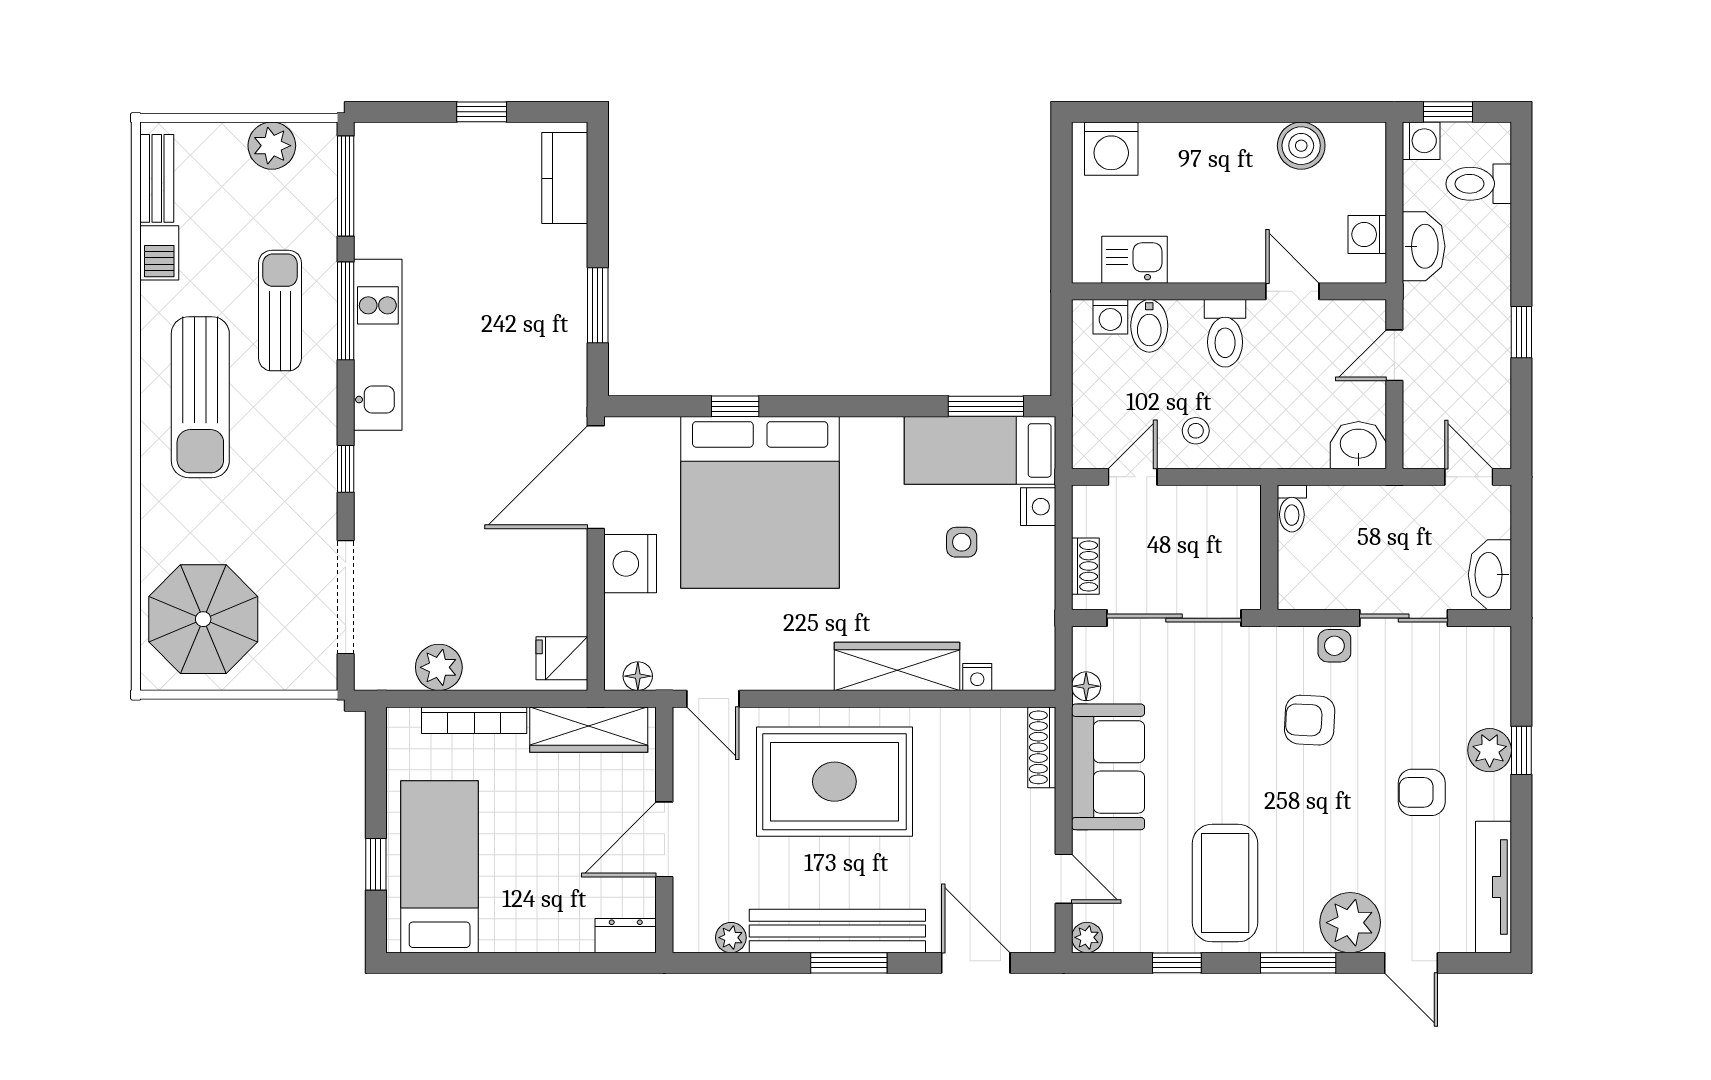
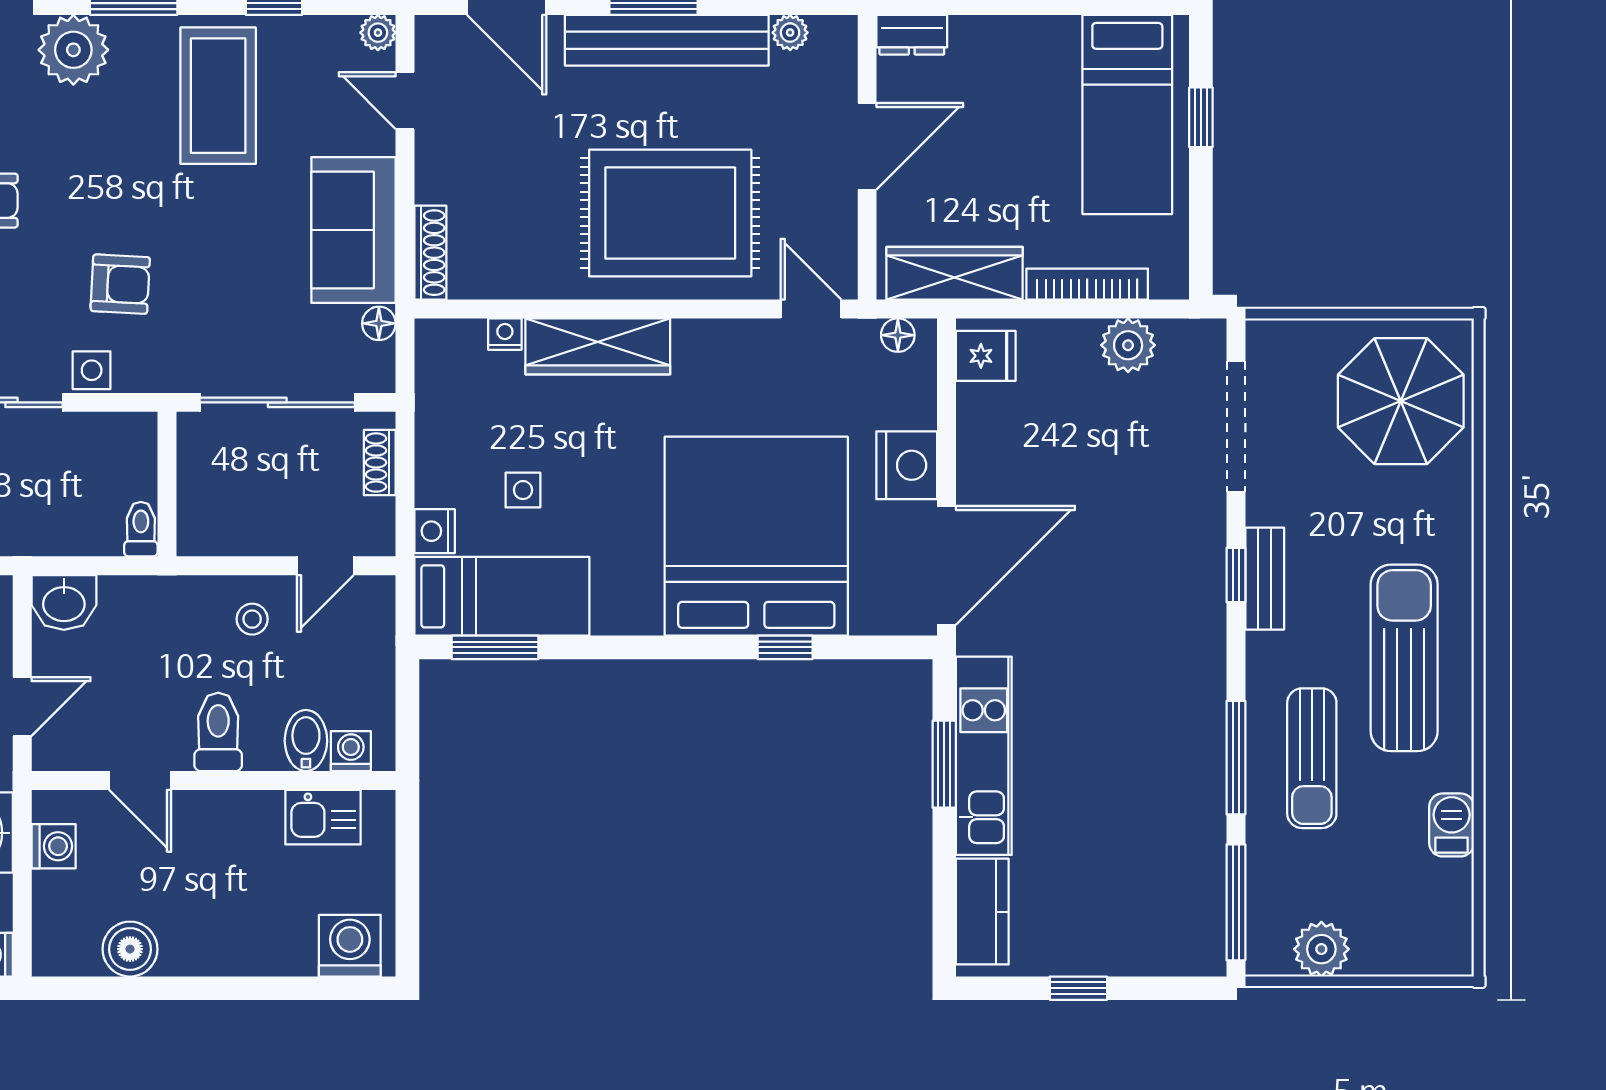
bench: (157, 178) -> (1265, 579), moved
kitchen unit: (378, 345) -> (984, 756), moved, turned 180

